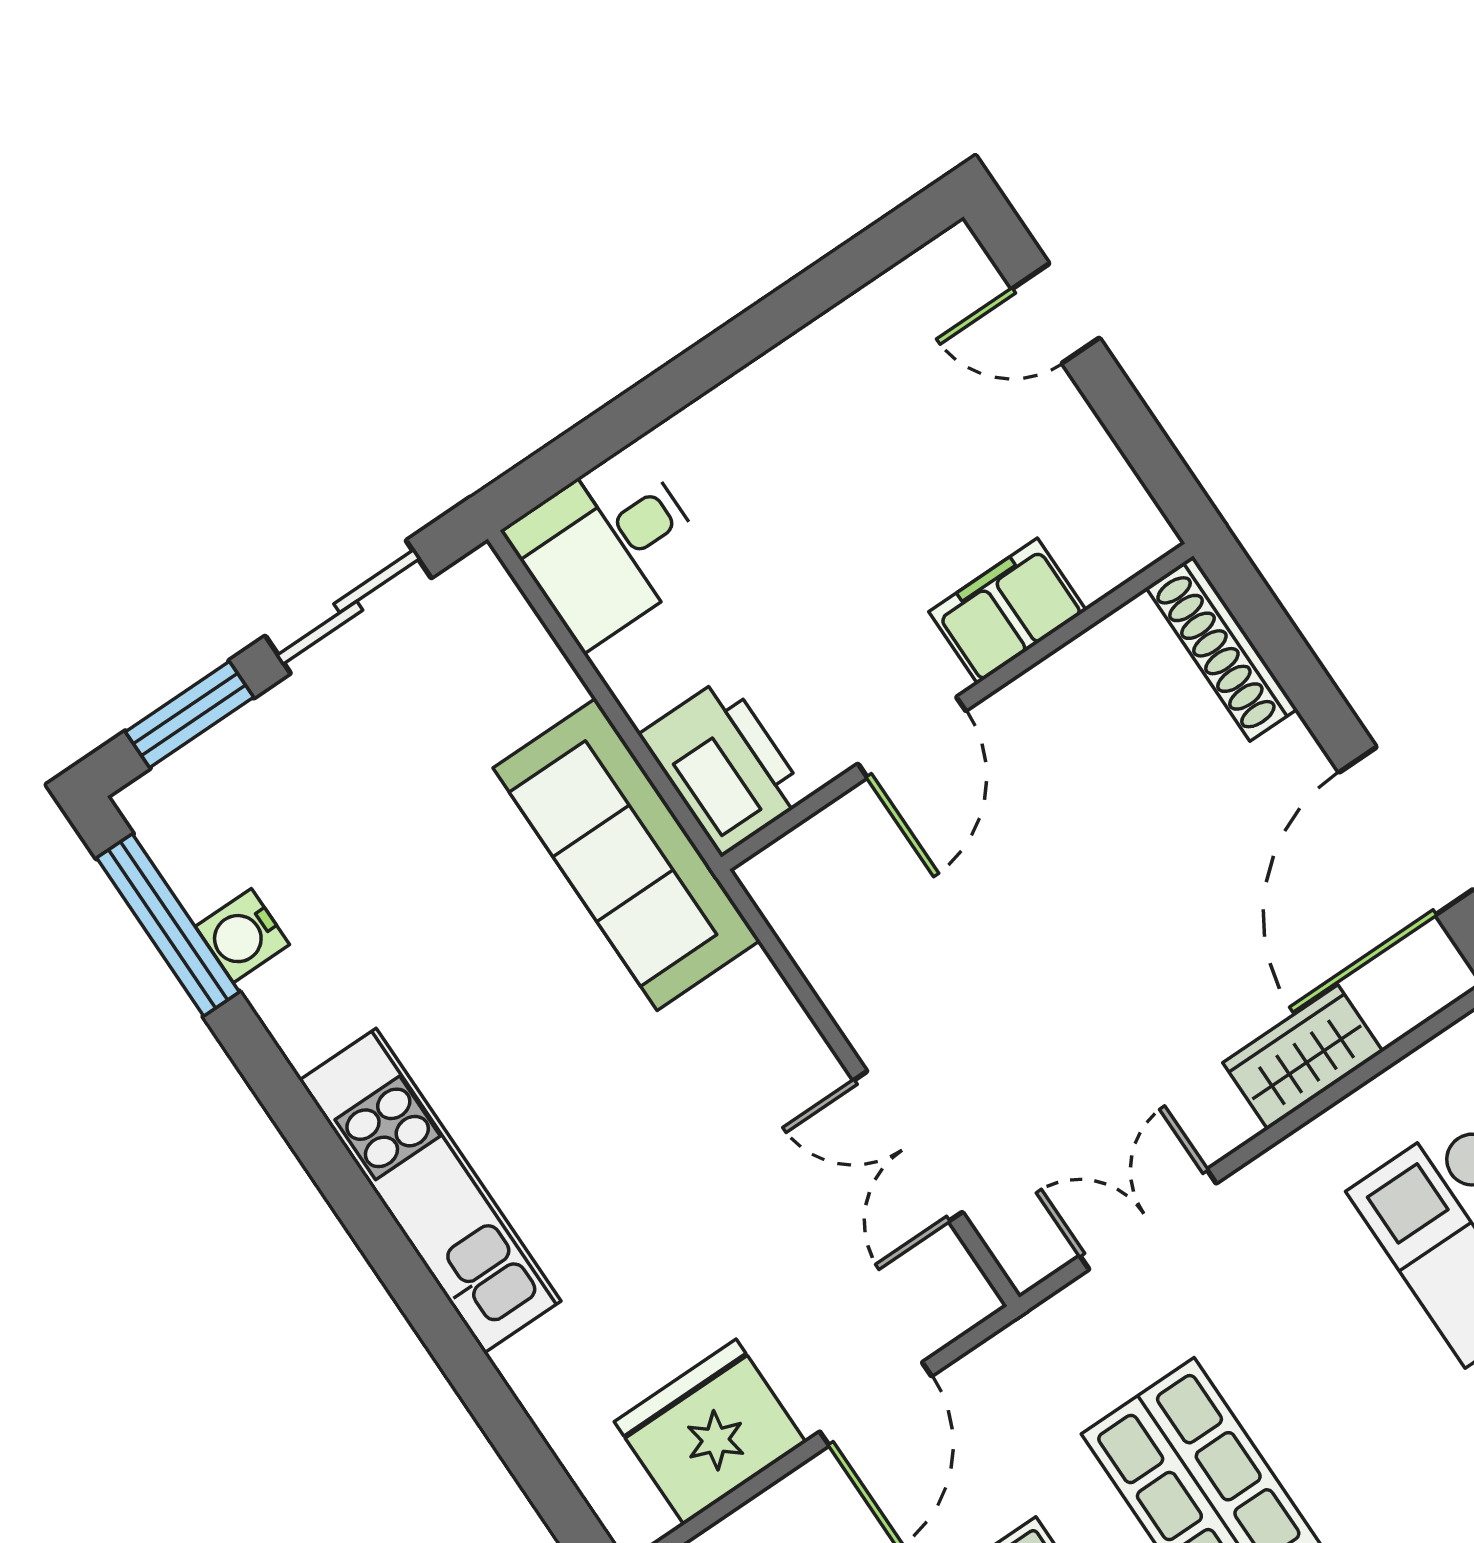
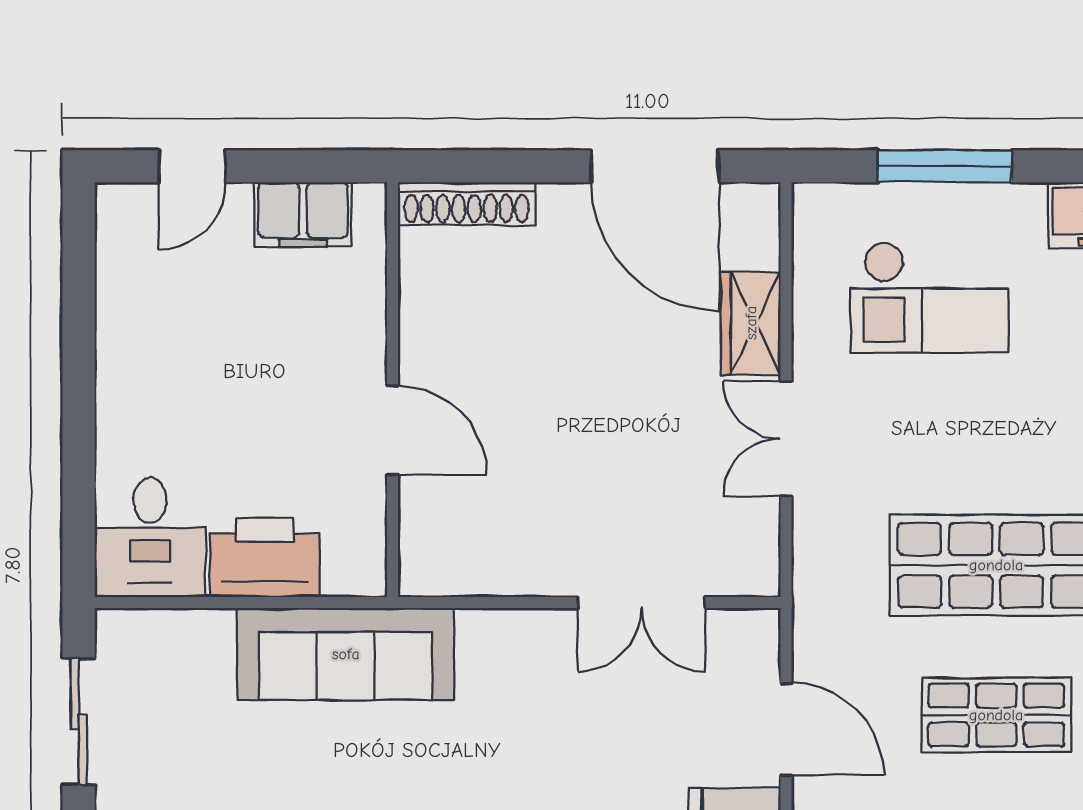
filing cabinet: (1008, 611) -> (303, 215), moved, turned -90
printer: (724, 766) -> (265, 558), moved
double door: (1148, 1219) -> (786, 439), moved

